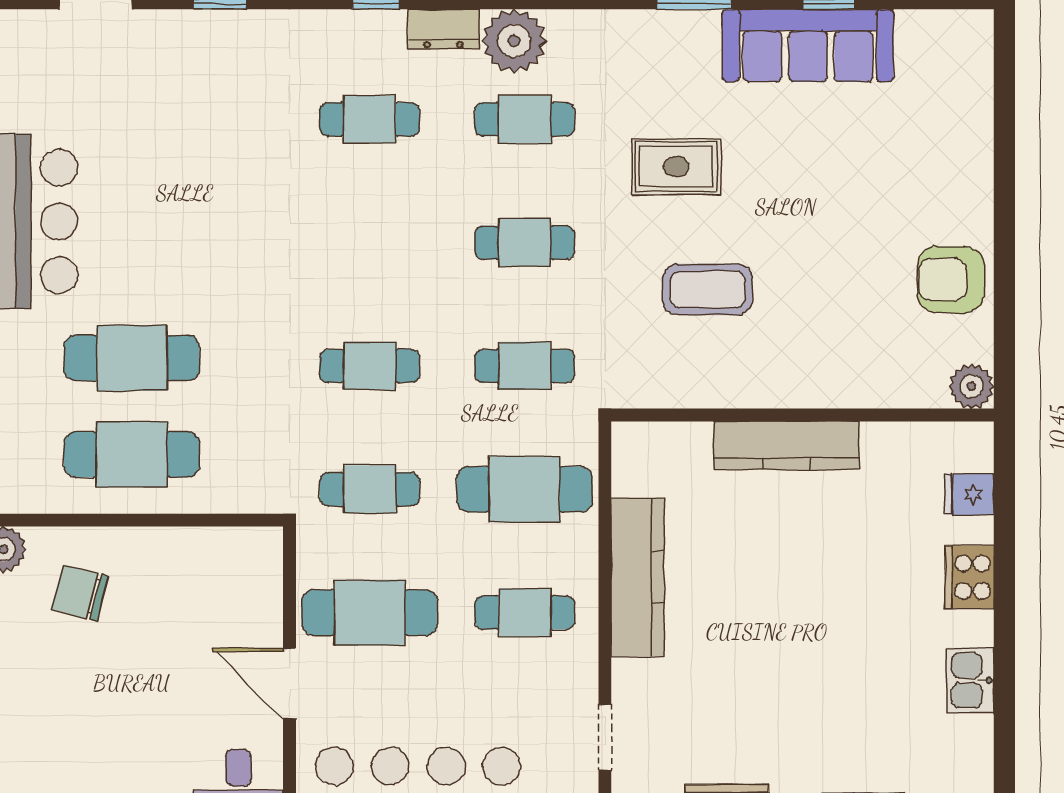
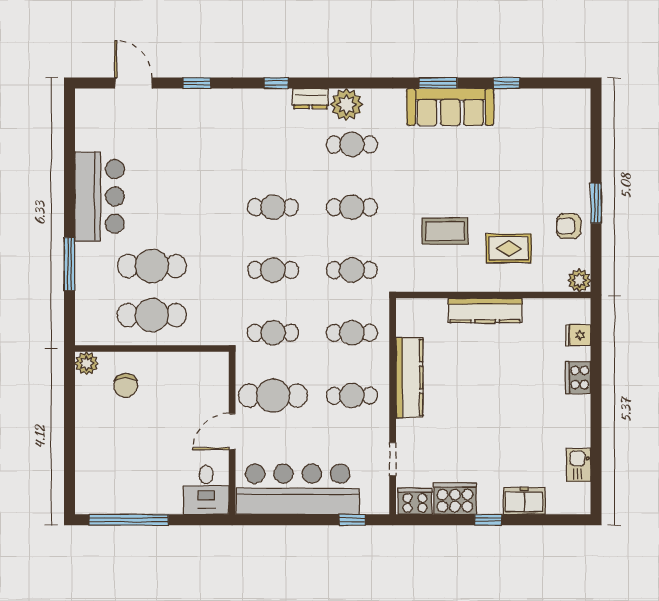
sofa: (808, 45) -> (450, 107), moved
cafe table: (370, 119) -> (273, 207), moved
rug: (676, 167) -> (509, 248), moved
window: (1004, 234) -> (596, 203), added
armchair: (951, 280) -> (569, 226), width x0.72, depth x0.72
cafe table: (525, 489) -> (352, 333), width x0.73, depth x0.74
chair: (80, 593) -> (126, 386), turned -105
kitchen sink: (970, 680) -> (579, 465), moved
door: (289, 684) -> (232, 432), hinge flipped

